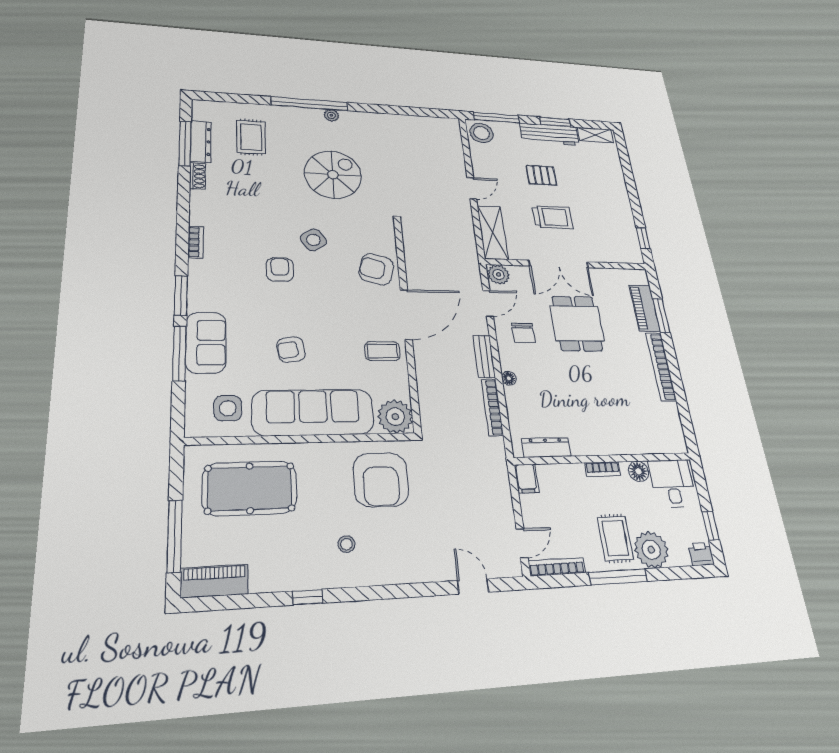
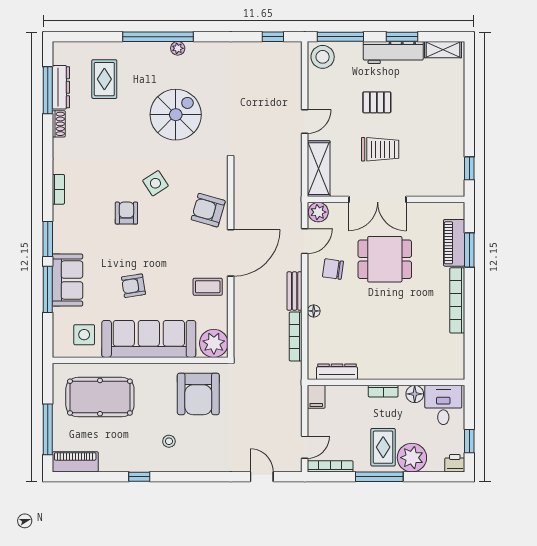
window: (430, 113) -> (273, 37), added
dining table: (577, 323) -> (385, 259), turned 90
chair: (523, 333) -> (333, 269), turned 98

